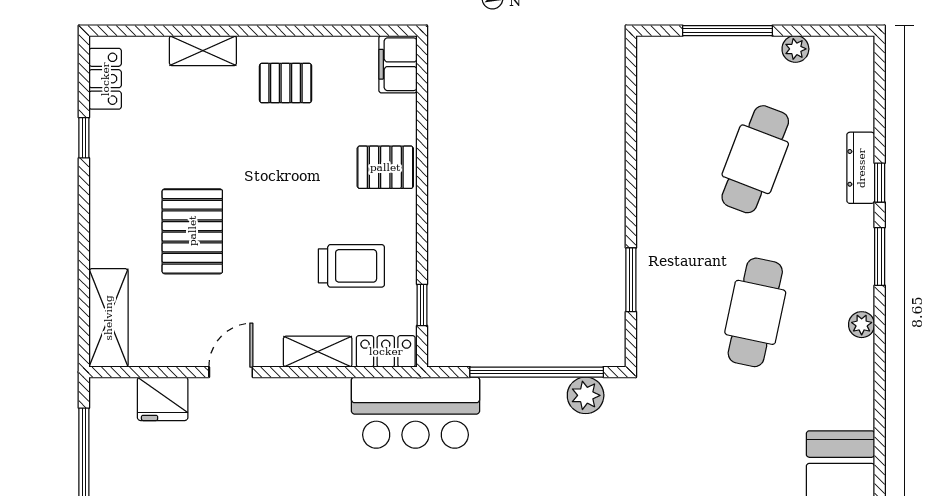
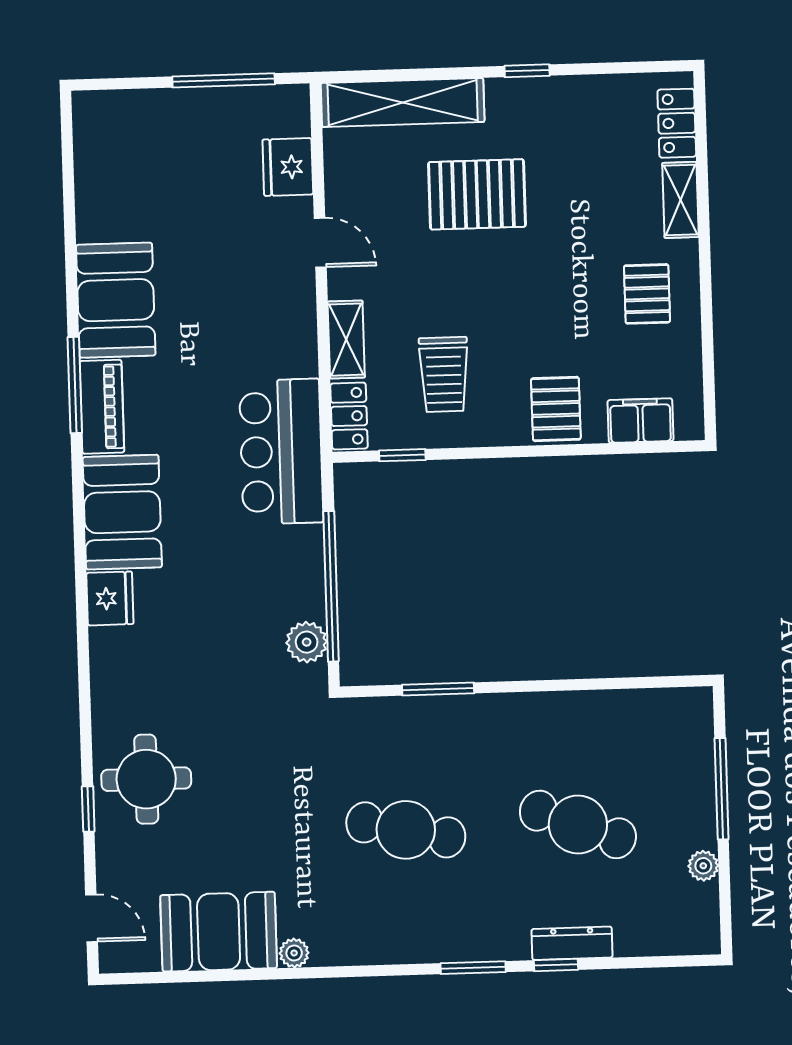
filing cabinet: (398, 64) -> (640, 421), moved
locker: (105, 79) -> (677, 123), moved, turned 90
window: (84, 138) -> (527, 71), moved
shelving: (108, 318) -> (403, 102), width x1.47
plant: (862, 325) -> (294, 953), moved

